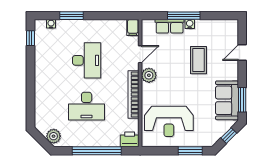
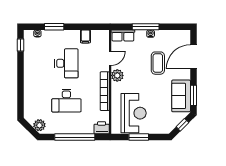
row of seats: (170, 26) -> (123, 36), moved
filing cabinet: (133, 27) -> (85, 36), moved
door: (242, 53) -> (193, 57), width x1.88
reception desk: (169, 121) -> (134, 113), turned -90
window: (190, 151) -> (139, 137), moved

